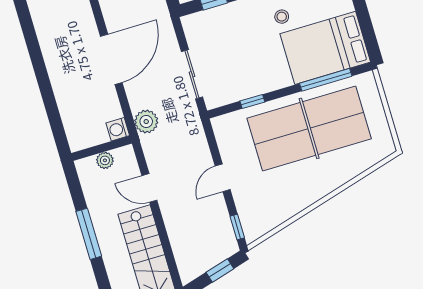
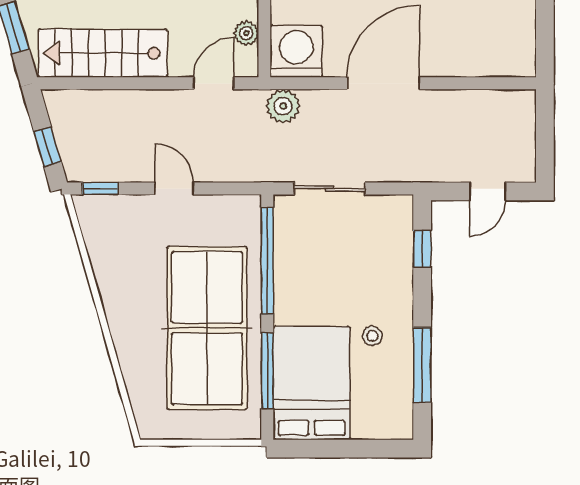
door: (111, 59) -> (383, 83), swing flipped
window: (252, 101) -> (267, 261), width x3.17
washing machine: (118, 129) -> (296, 51), width x1.89, depth x1.89
door: (149, 188) -> (214, 83), moved

